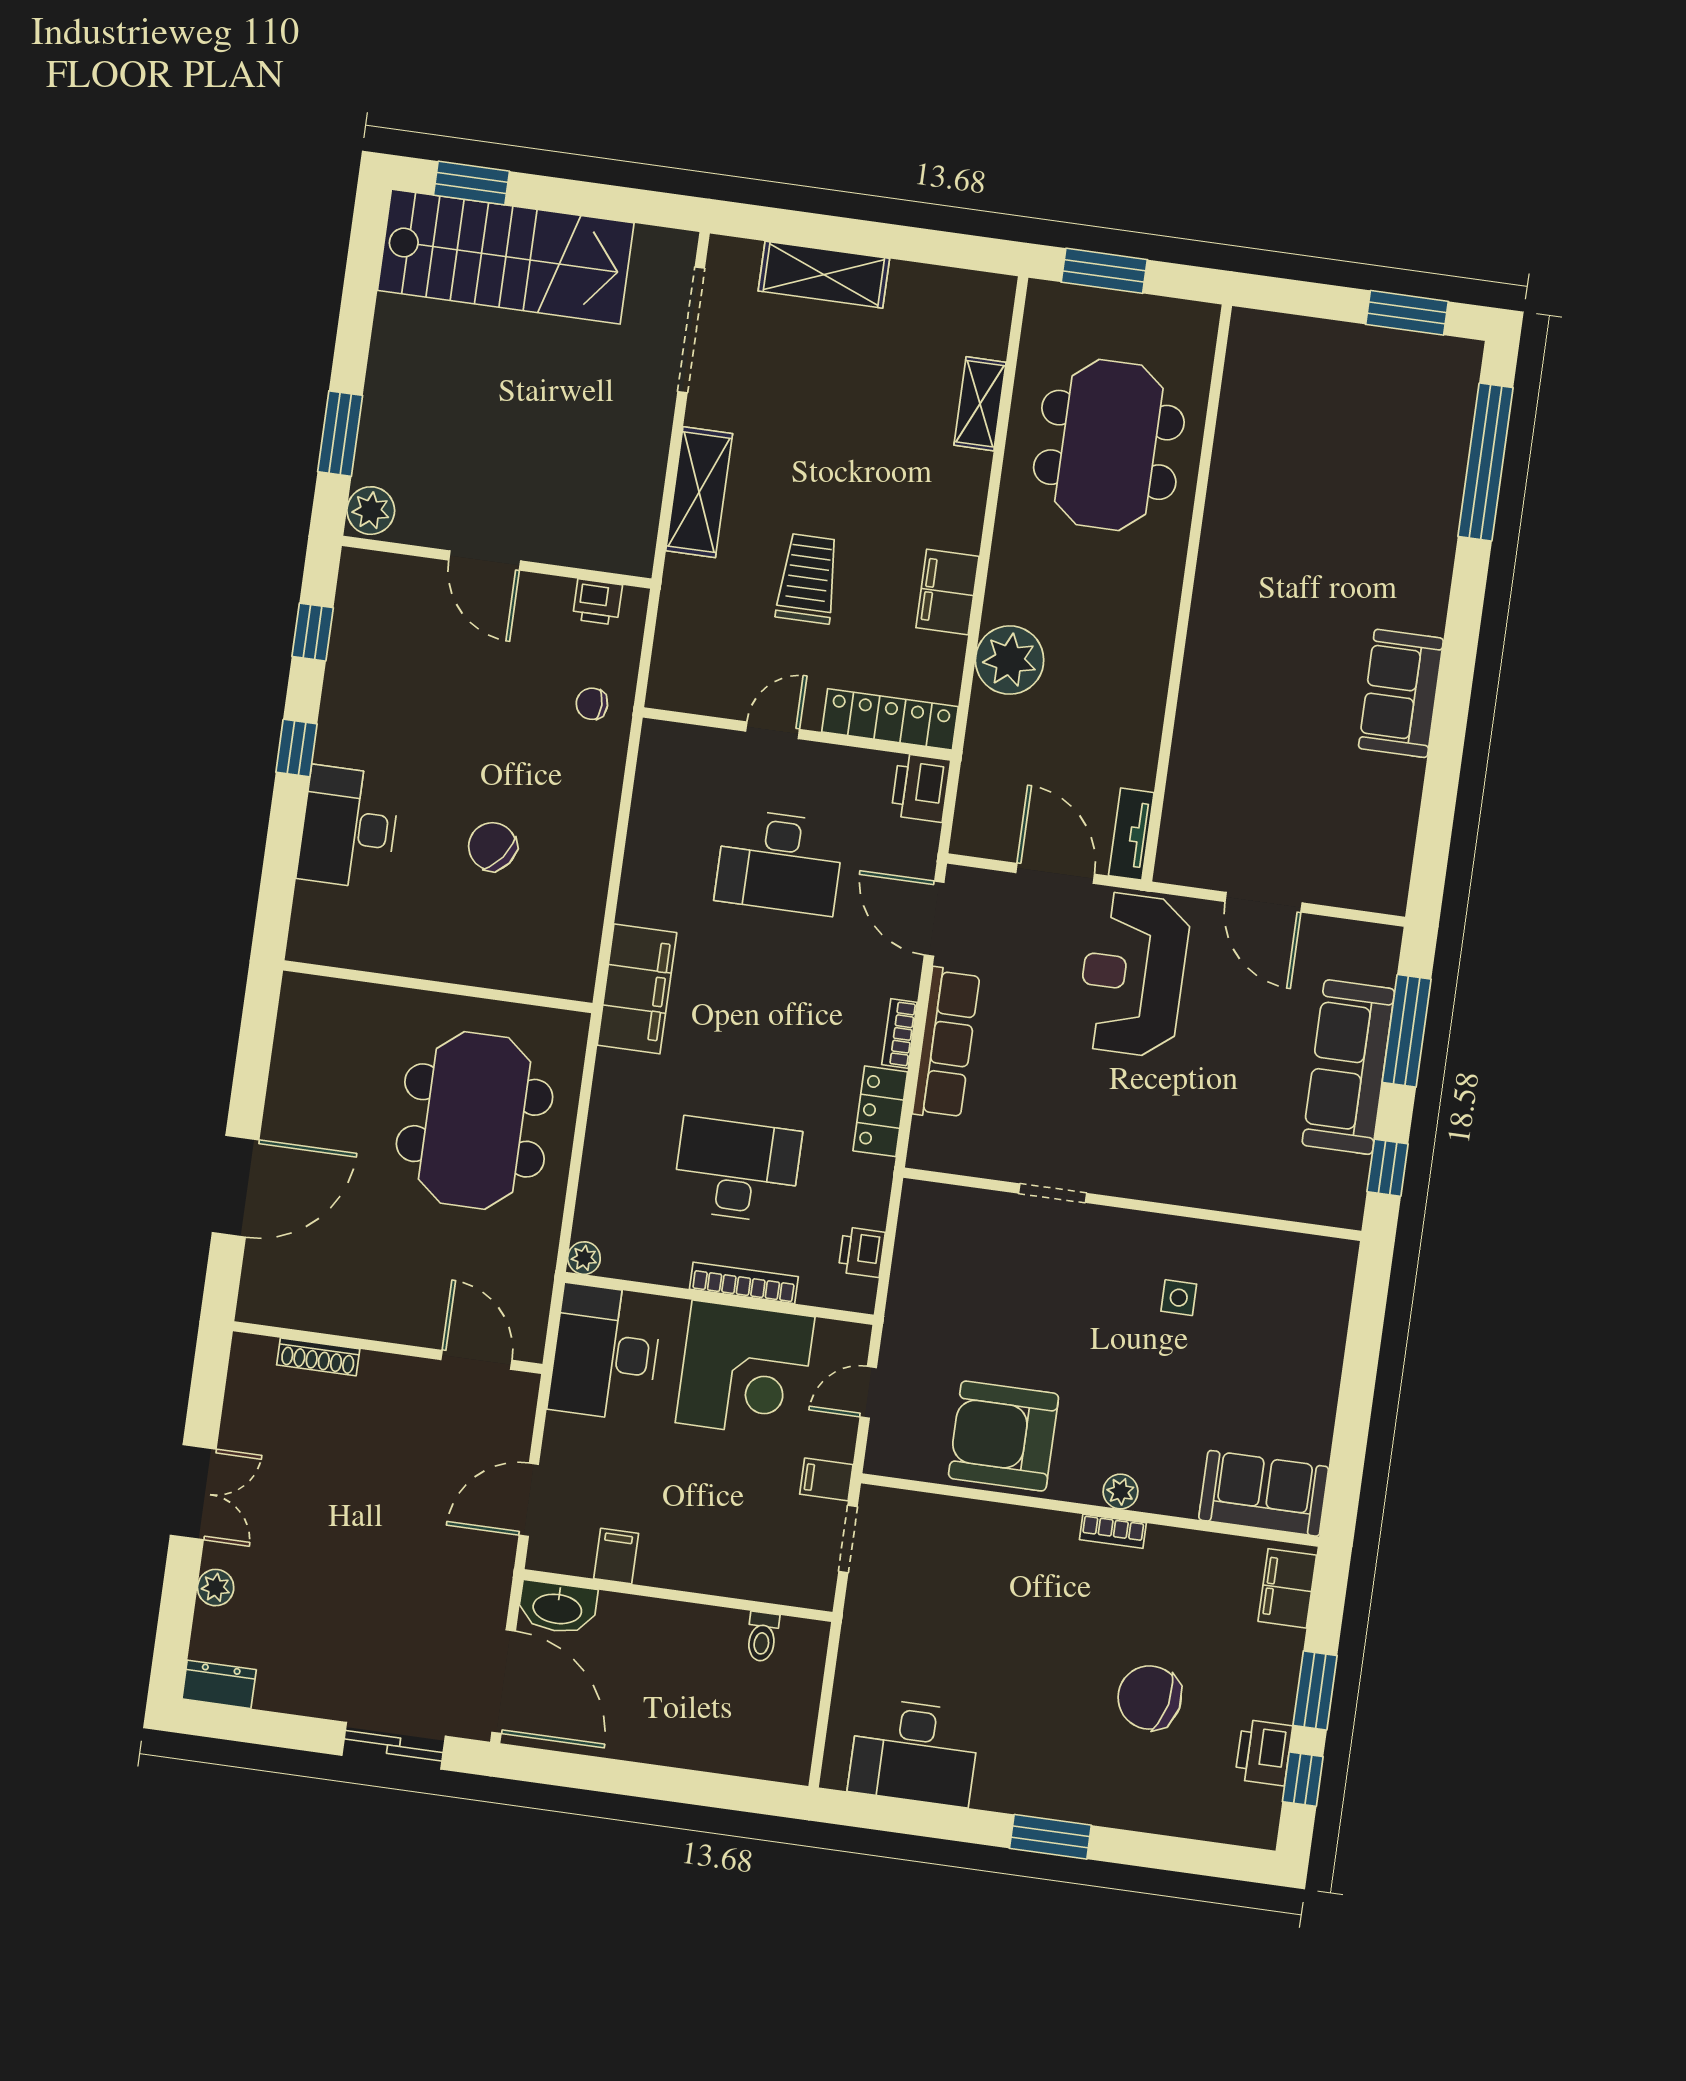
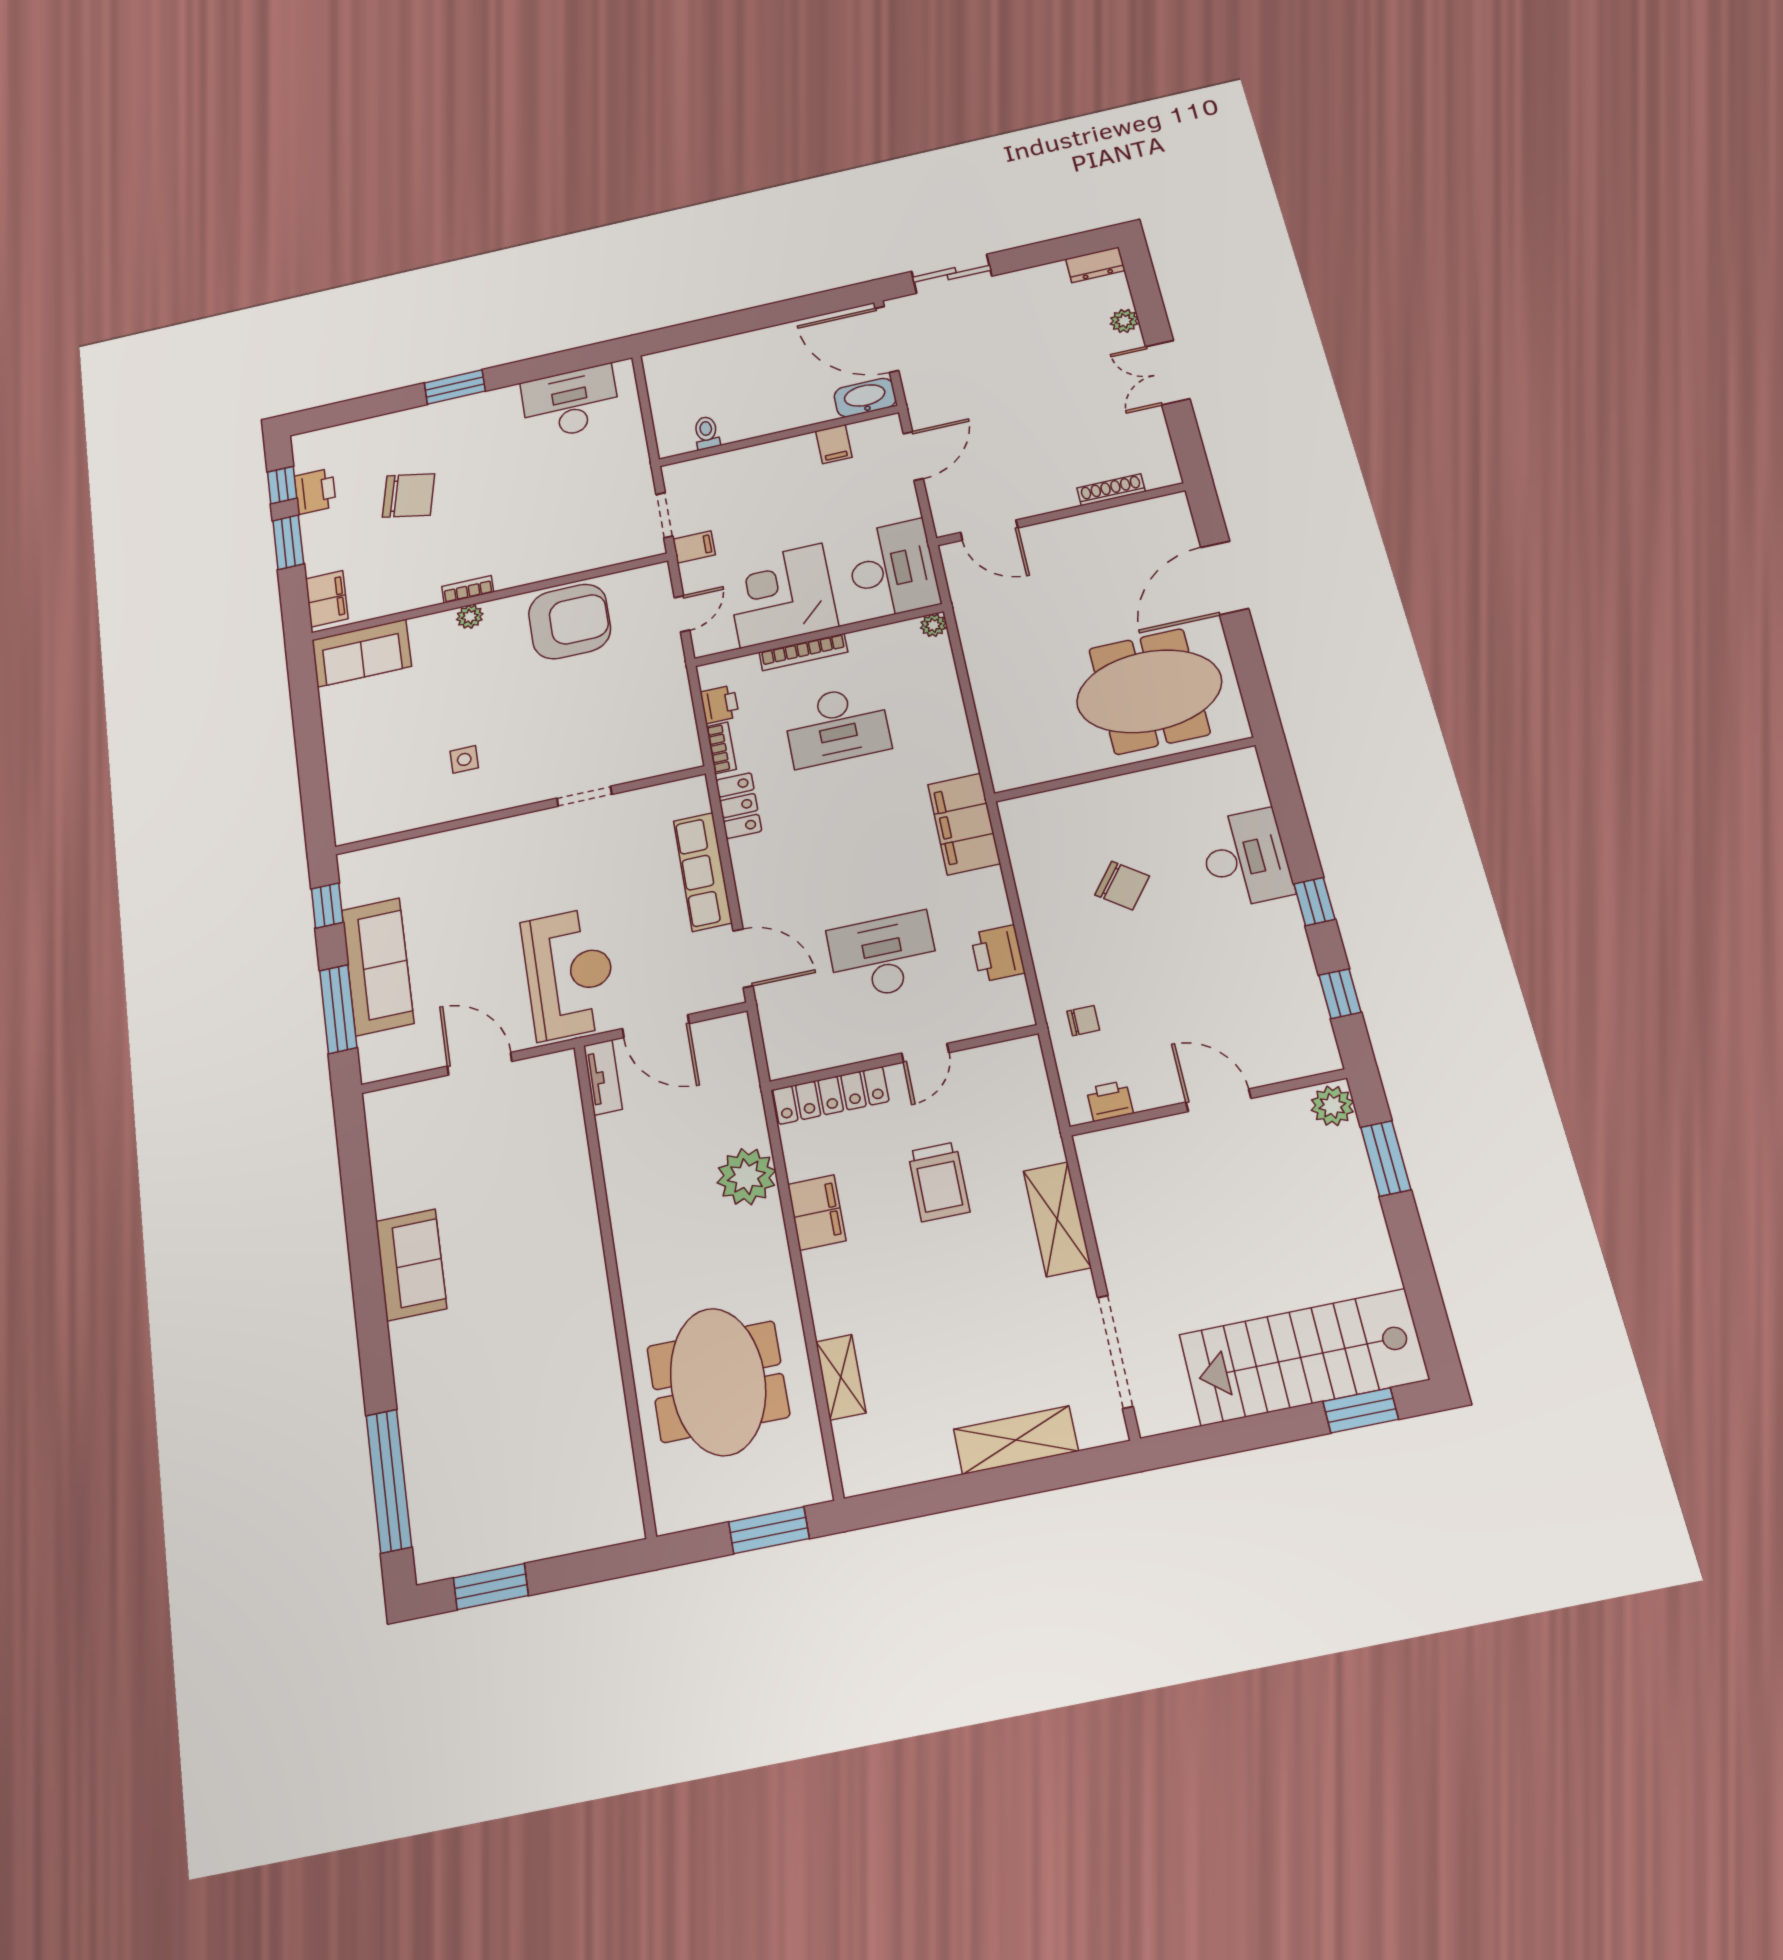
printer: (921, 788) -> (998, 953), moved, turned 180
bookcase: (899, 1033) -> (721, 748), moved
meeting table: (475, 1120) -> (1149, 691), moved, turned 90

